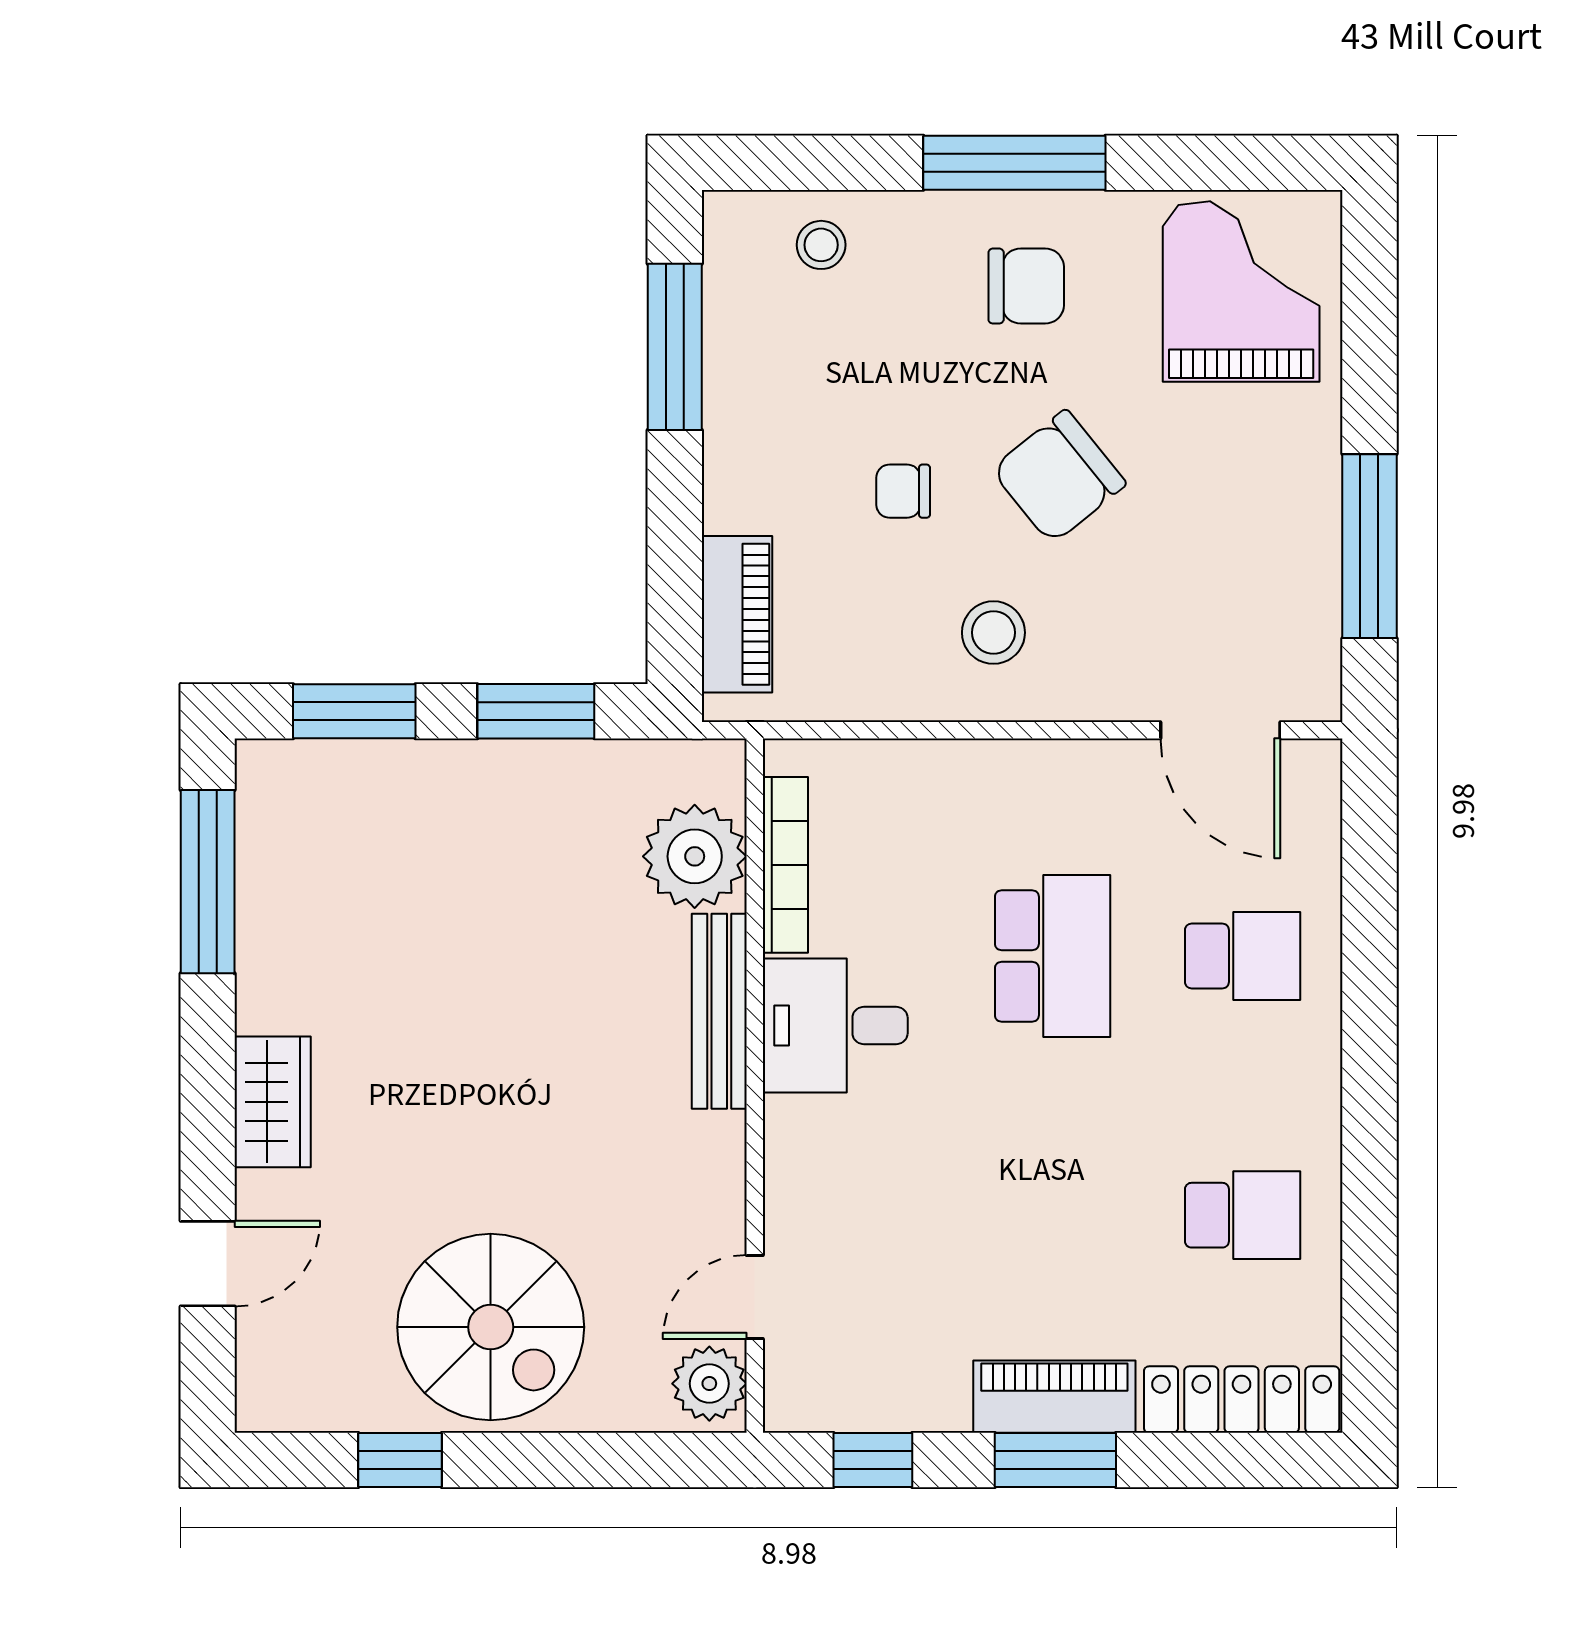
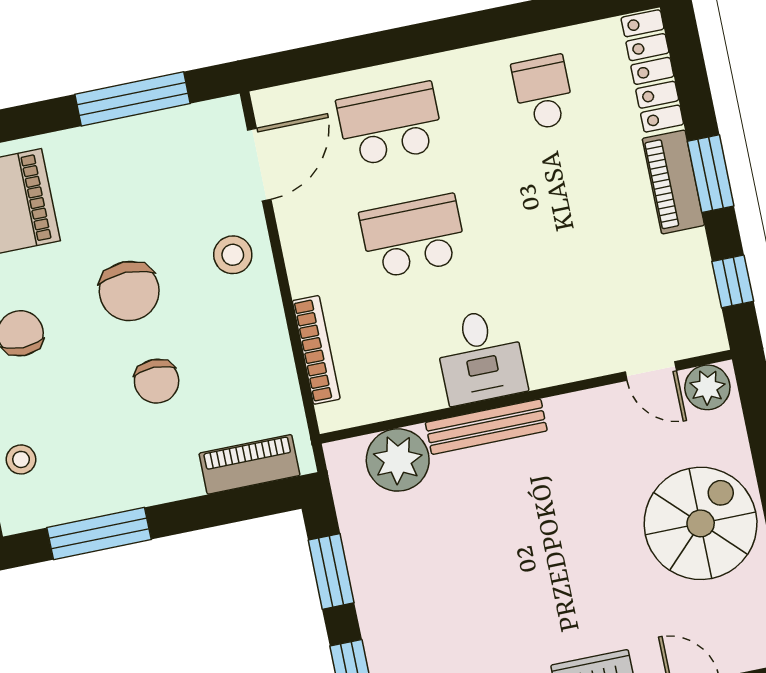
chair: (1059, 477) -> (129, 291), turned 39
chair: (903, 491) -> (157, 381), width x1.37, depth x1.37
stool: (993, 633) -> (233, 255), moved
bookcase: (785, 865) -> (316, 350), moved, turned 90
school desk: (1243, 956) -> (390, 124), width x1.85

